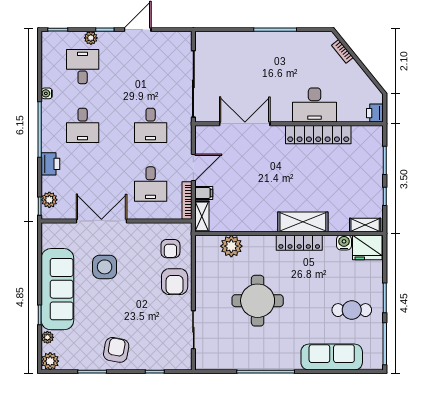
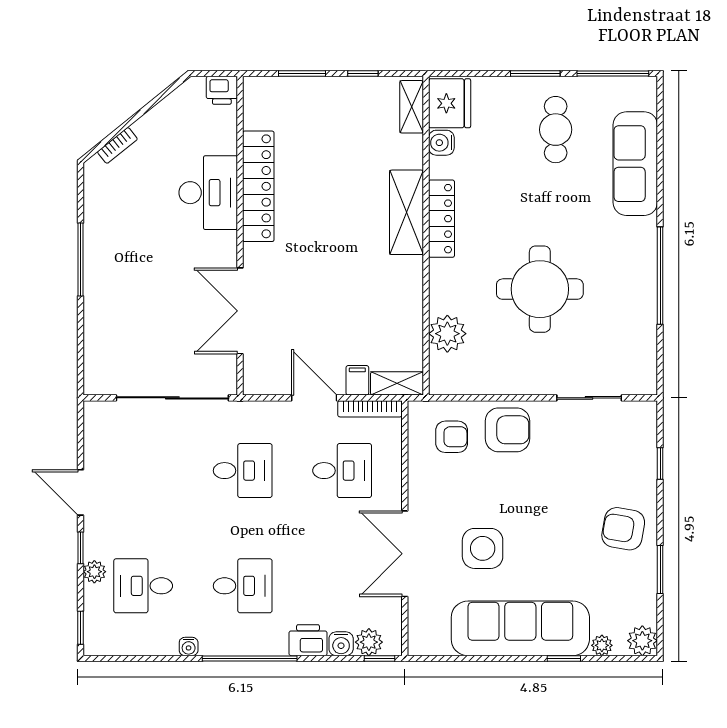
water cooler: (48, 183) -> (341, 644), added

